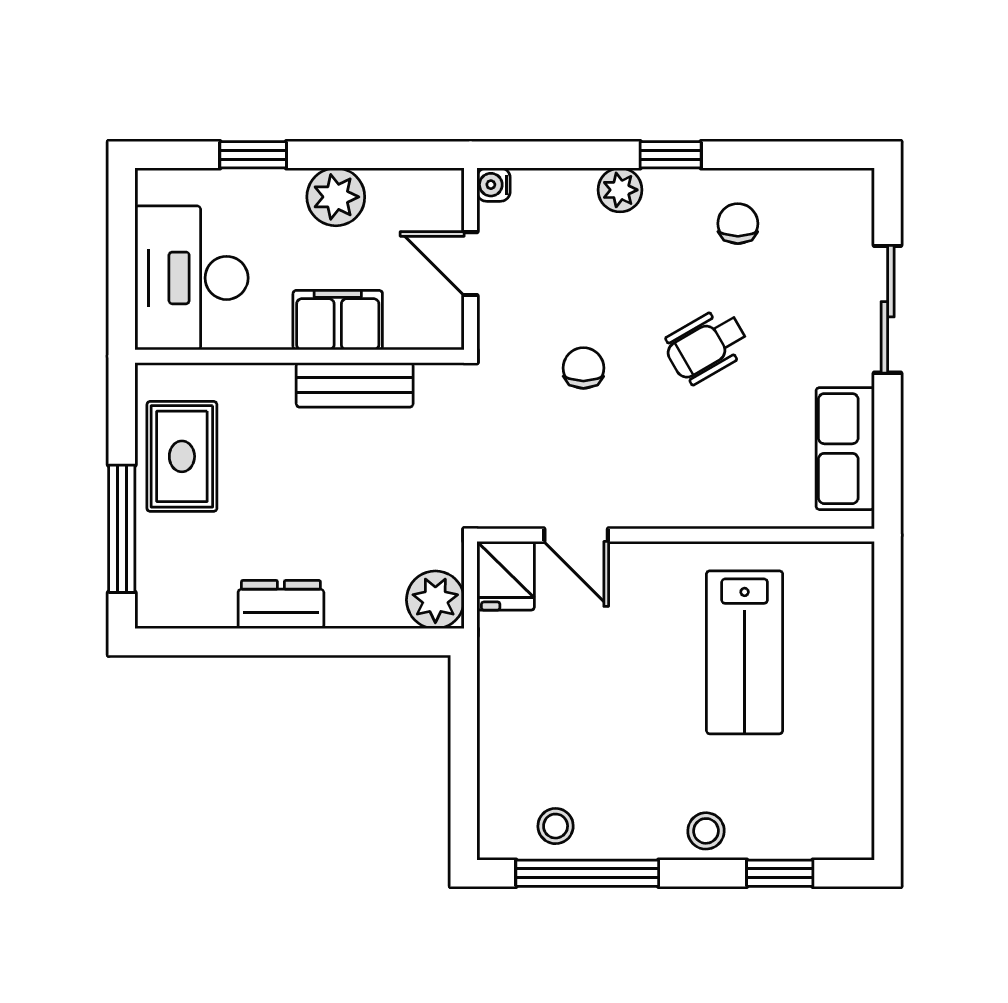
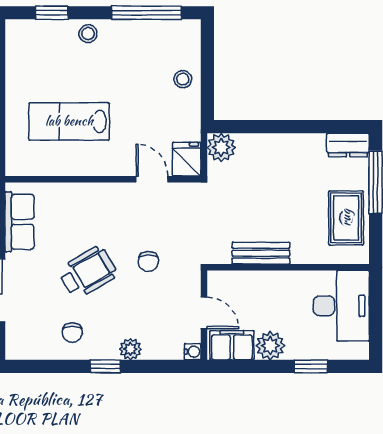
filing cabinet: (338, 320) -> (232, 345), moved, turned 180
wheelchair: (706, 346) -> (88, 272), width x1.36, depth x1.37
dresser: (281, 605) -> (348, 145), moved
lab bench: (745, 652) -> (69, 121), turned -90
stool: (556, 826) -> (183, 79), moved

